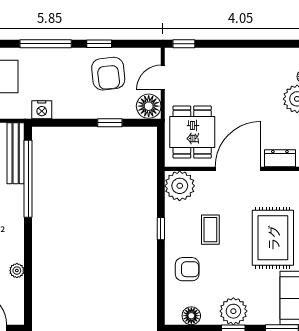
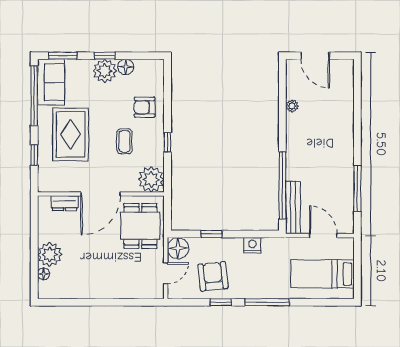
window: (184, 44) -> (148, 302), removed
nightstand: (42, 110) -> (252, 245), moved
floor lamp: (191, 316) -> (126, 67), moved

